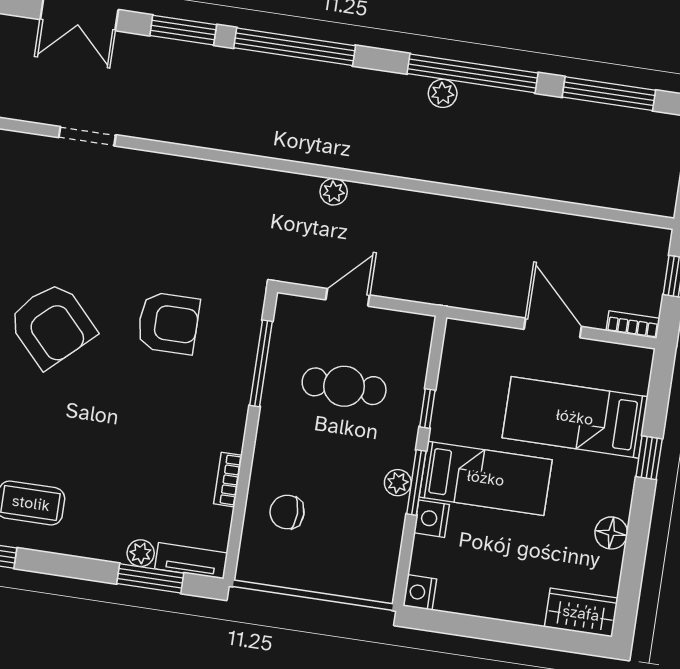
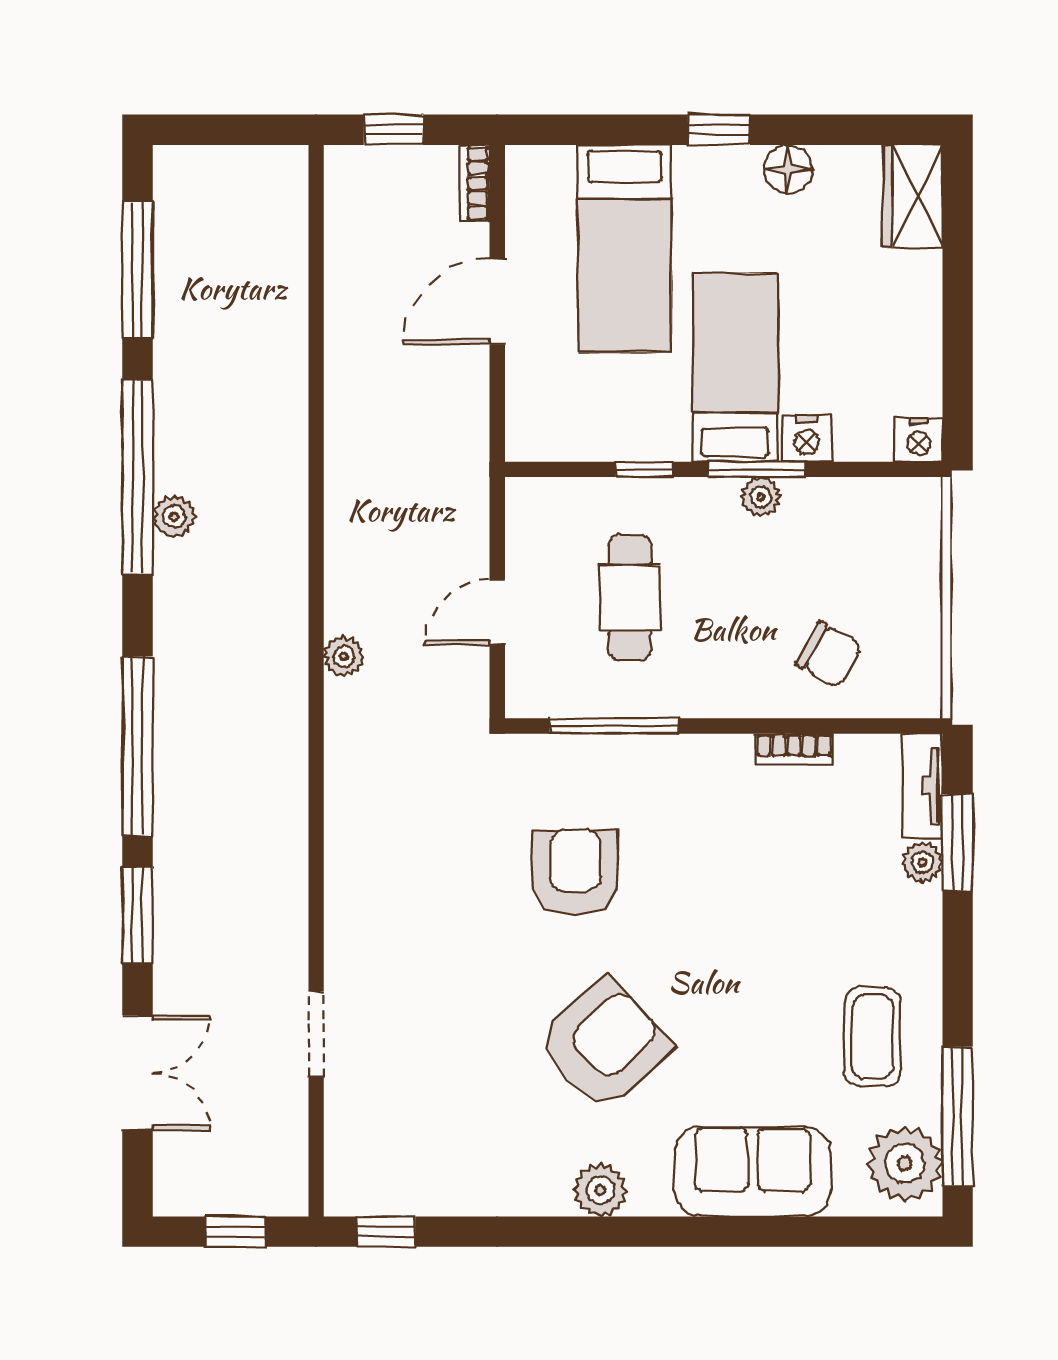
door: (348, 297) -> (497, 612), hinge flipped
window: (649, 458) -> (719, 130), moved
chair: (287, 512) -> (829, 654), turned -61

